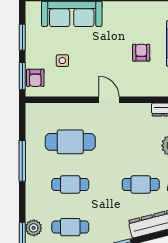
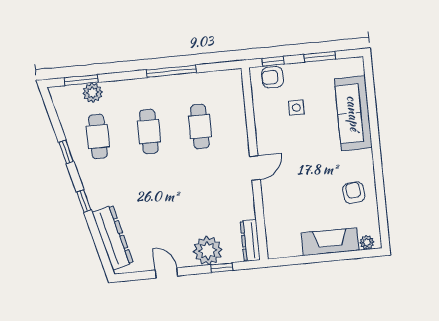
armchair: (141, 53) -> (354, 193), moved, turned -96
window: (22, 76) -> (273, 61), width x0.67
cafe table: (70, 142) -> (200, 127), width x0.73, depth x0.74
cafe table: (141, 184) -> (157, 216), removed

